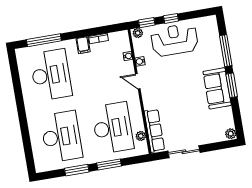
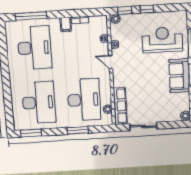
reception desk: (175, 40) -> (162, 40), moved
window: (77, 170) -> (31, 133), moved

